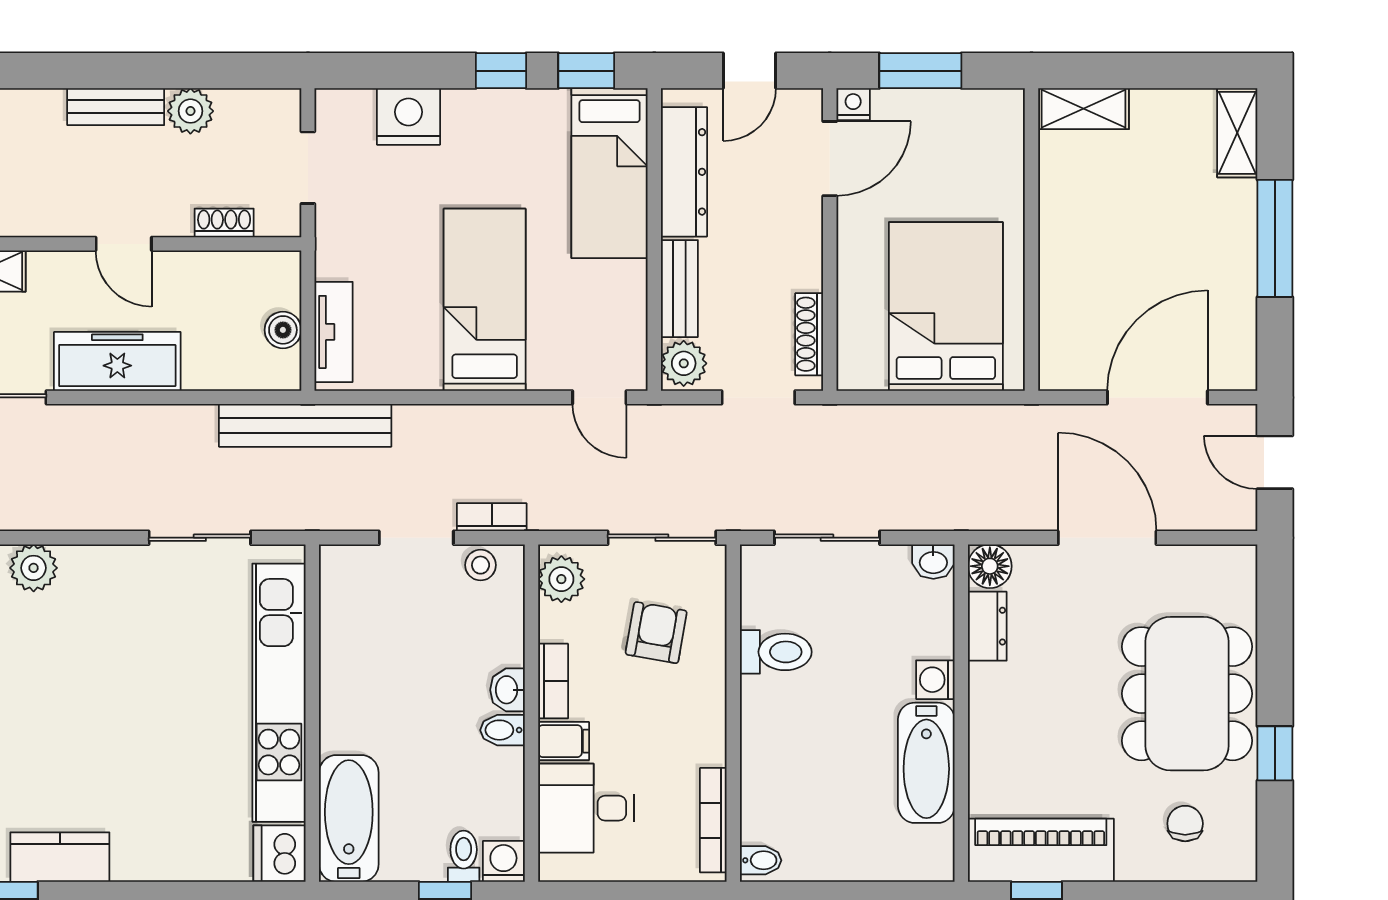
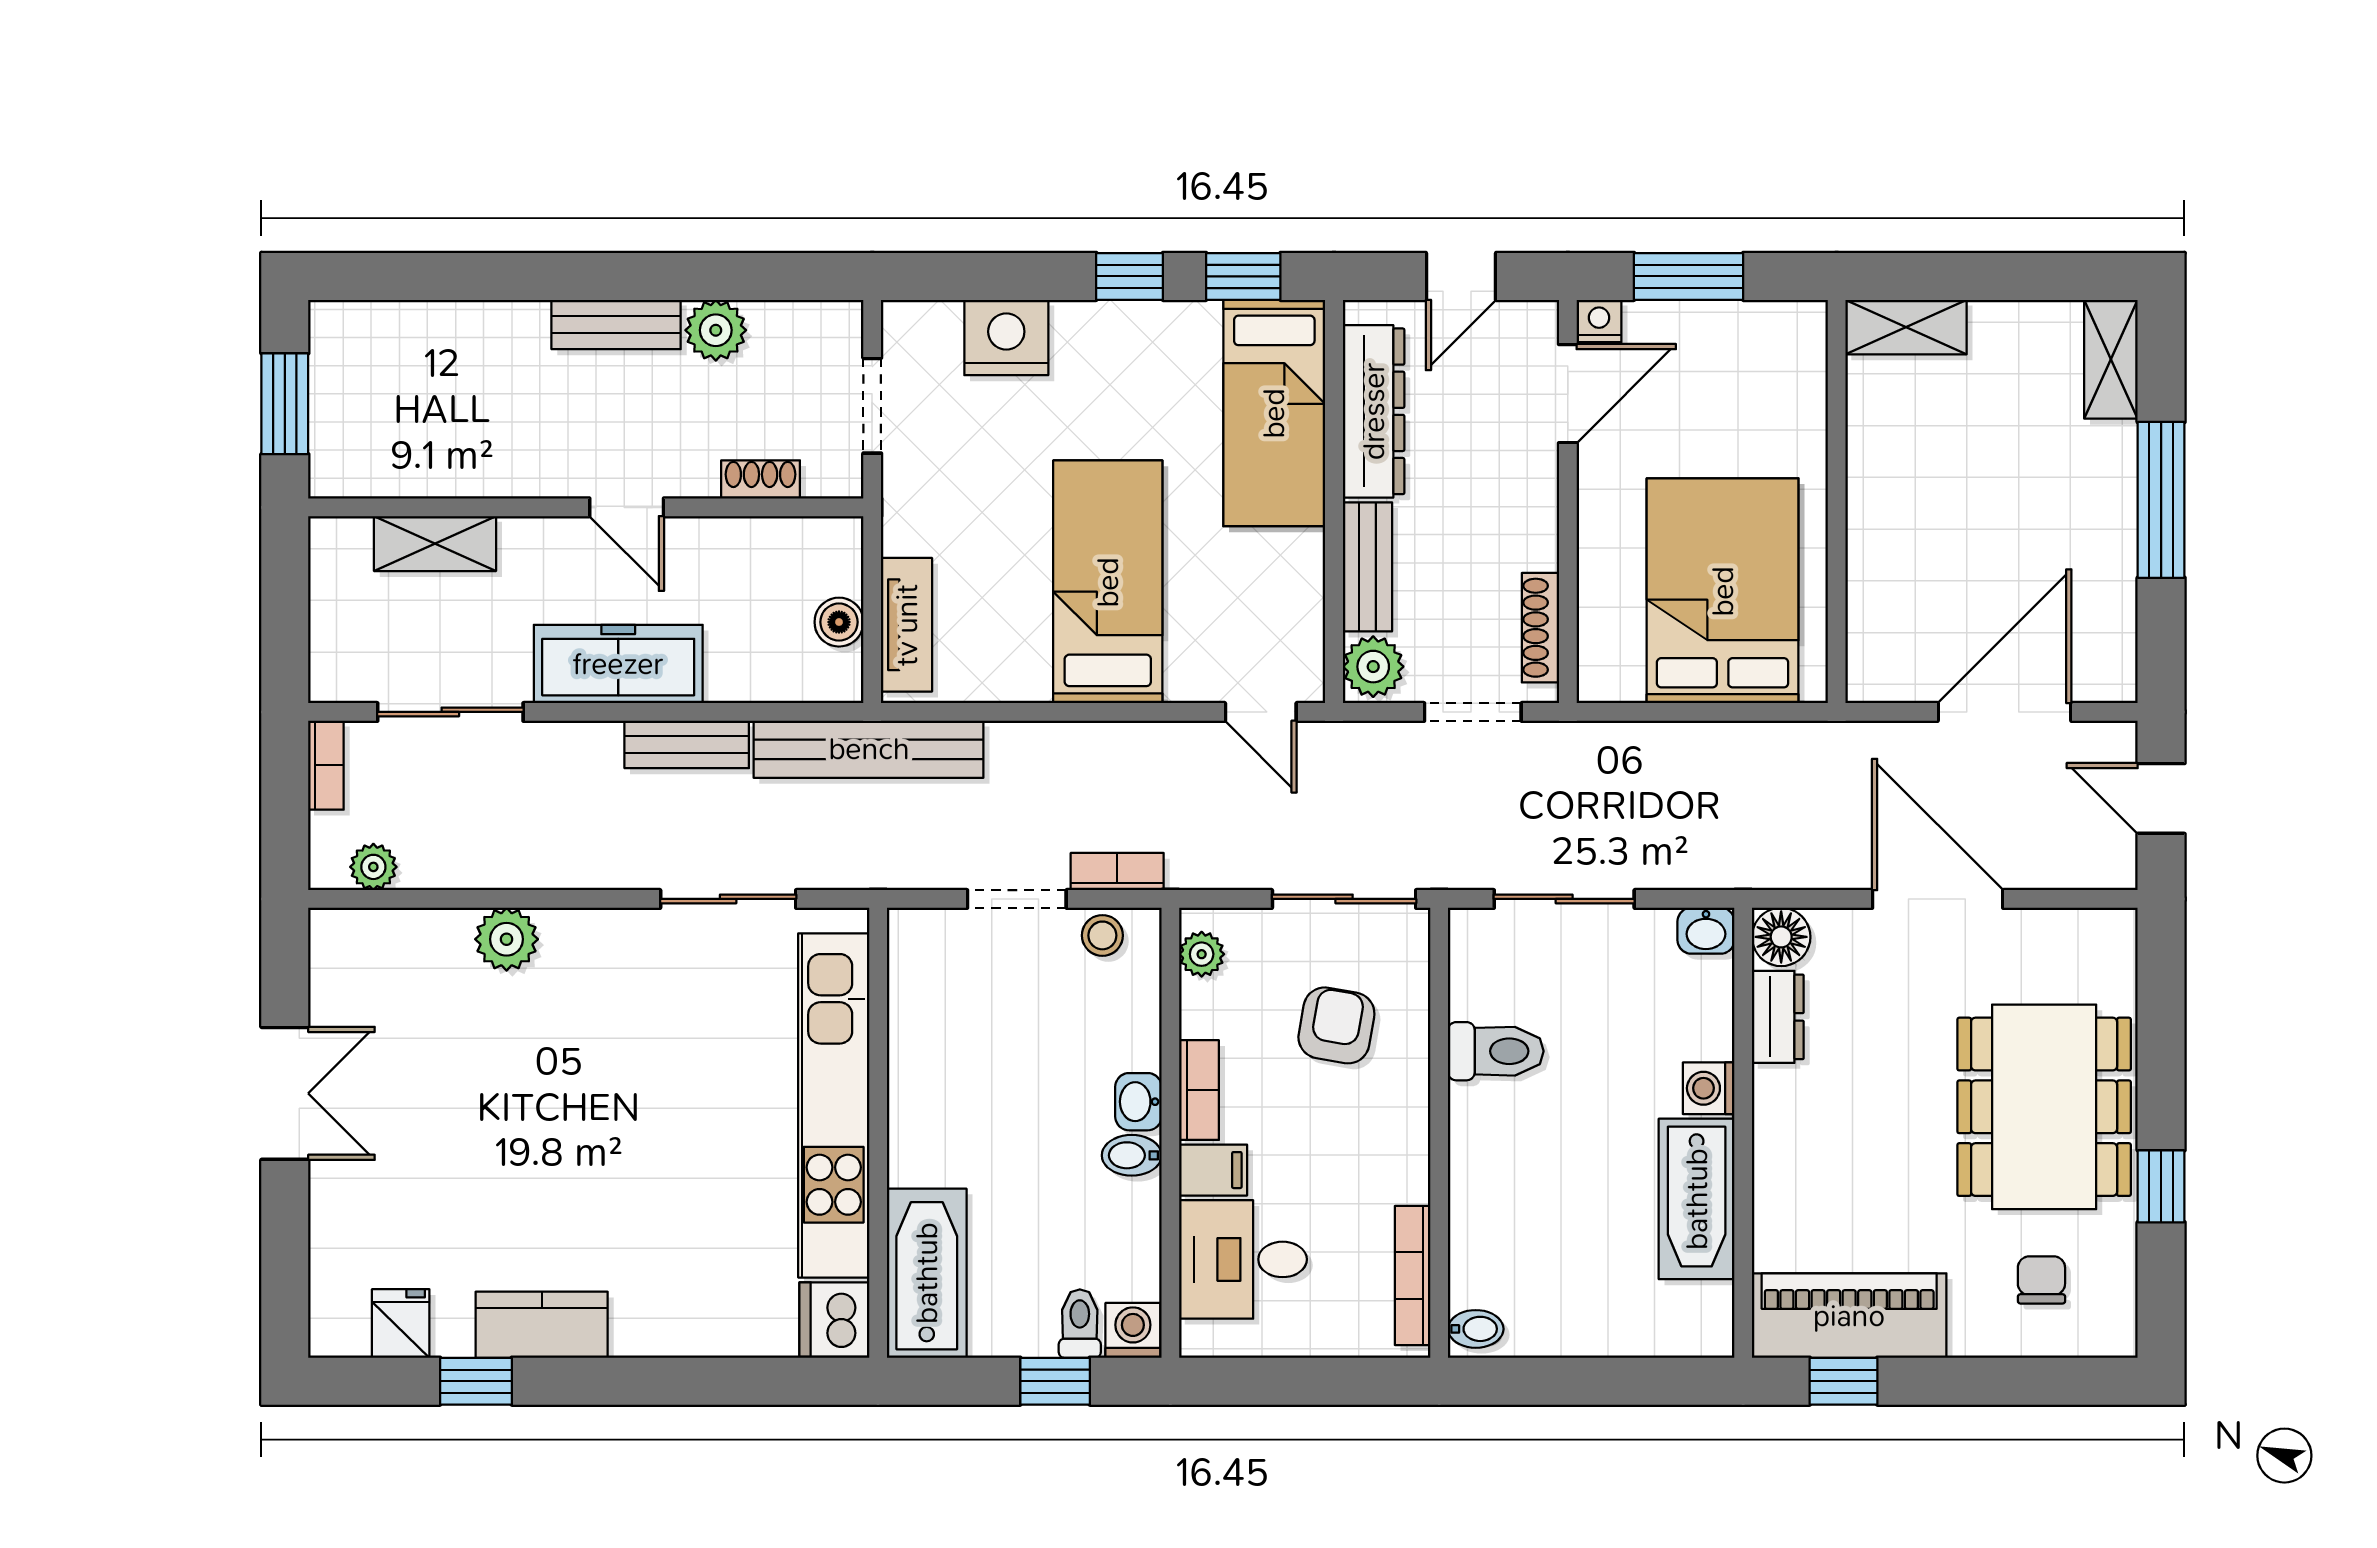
bench: (169, 422) -> (687, 744), added
plant: (561, 579) -> (1202, 954), width x0.73, depth x0.73

